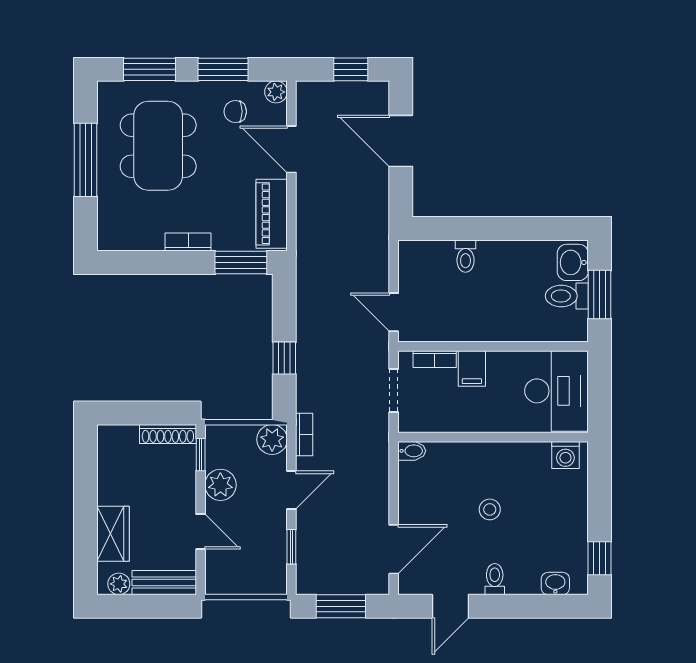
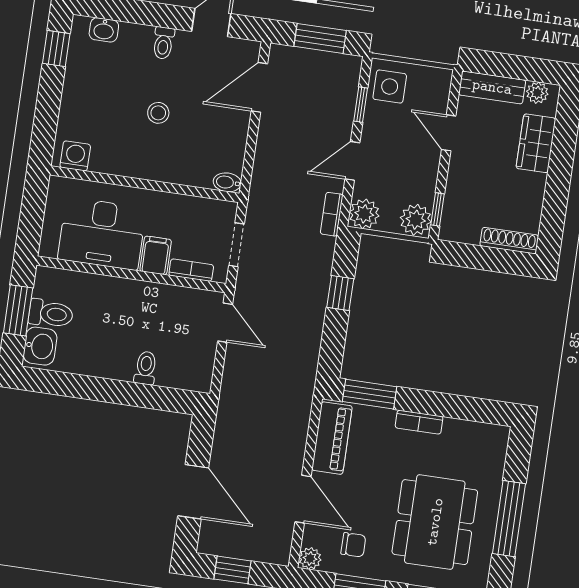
desk: (557, 391) -> (102, 234), moved, turned -90
shoe rack: (168, 434) -> (509, 241), moved
plant: (220, 485) -> (416, 220), moved
side table: (265, 569) -> (390, 87), added

